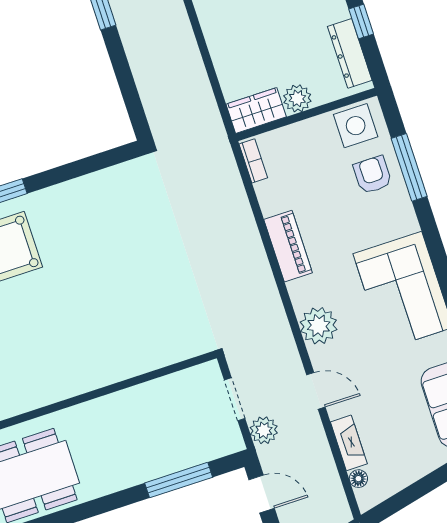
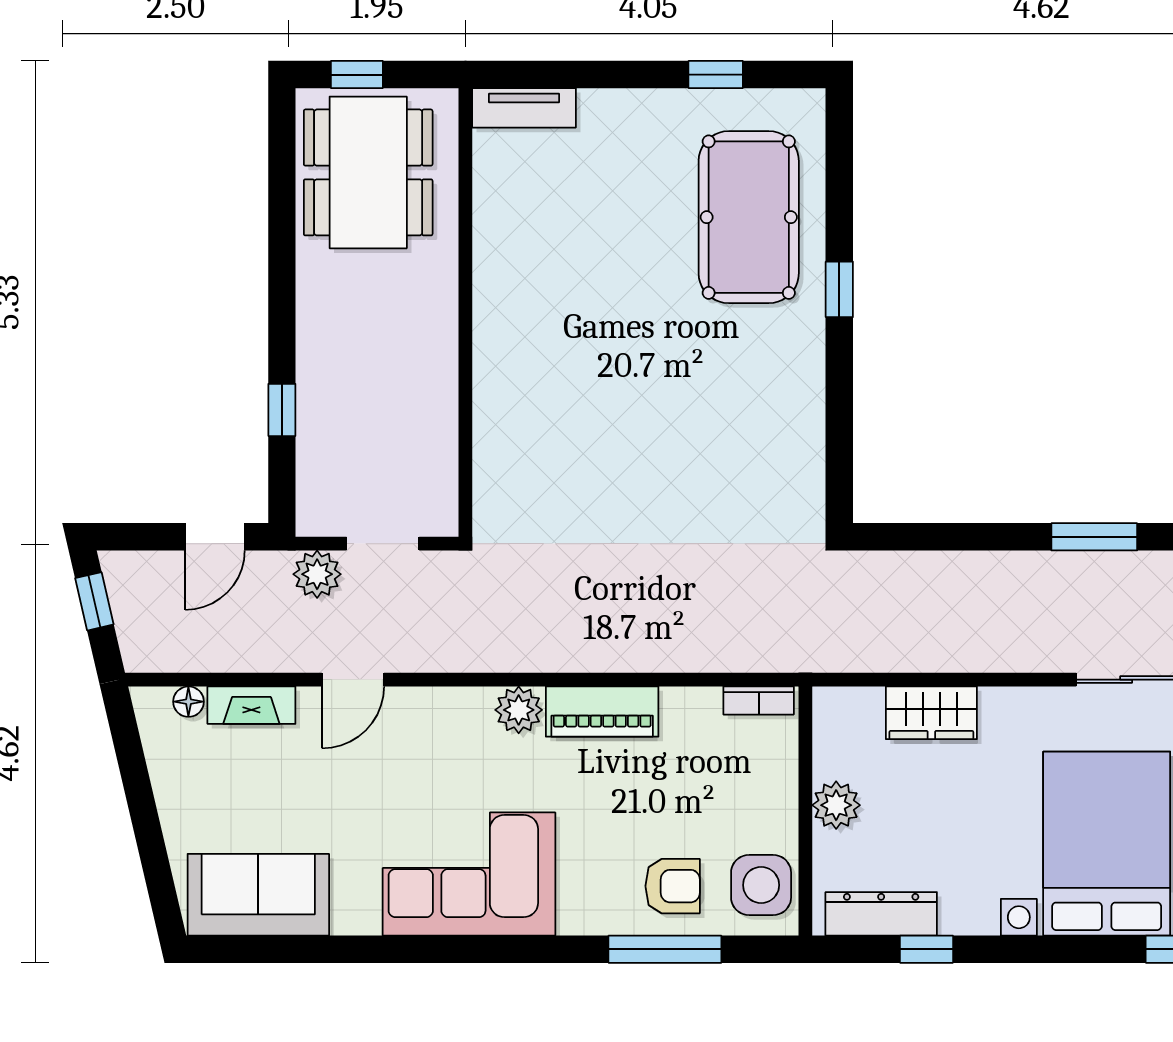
wardrobe: (256, 110) -> (931, 713), moved, turned 90
plant: (319, 326) -> (519, 710), moved, width x0.73, depth x0.73
window: (179, 480) -> (282, 410), width x0.46

